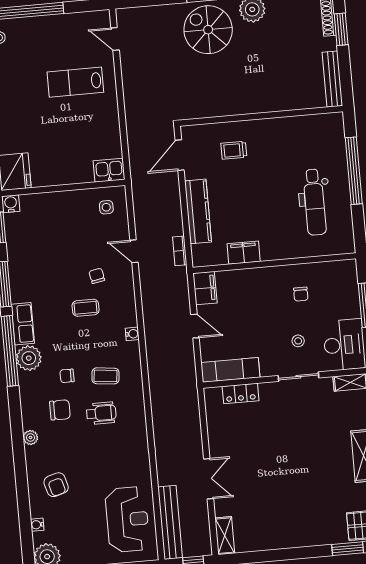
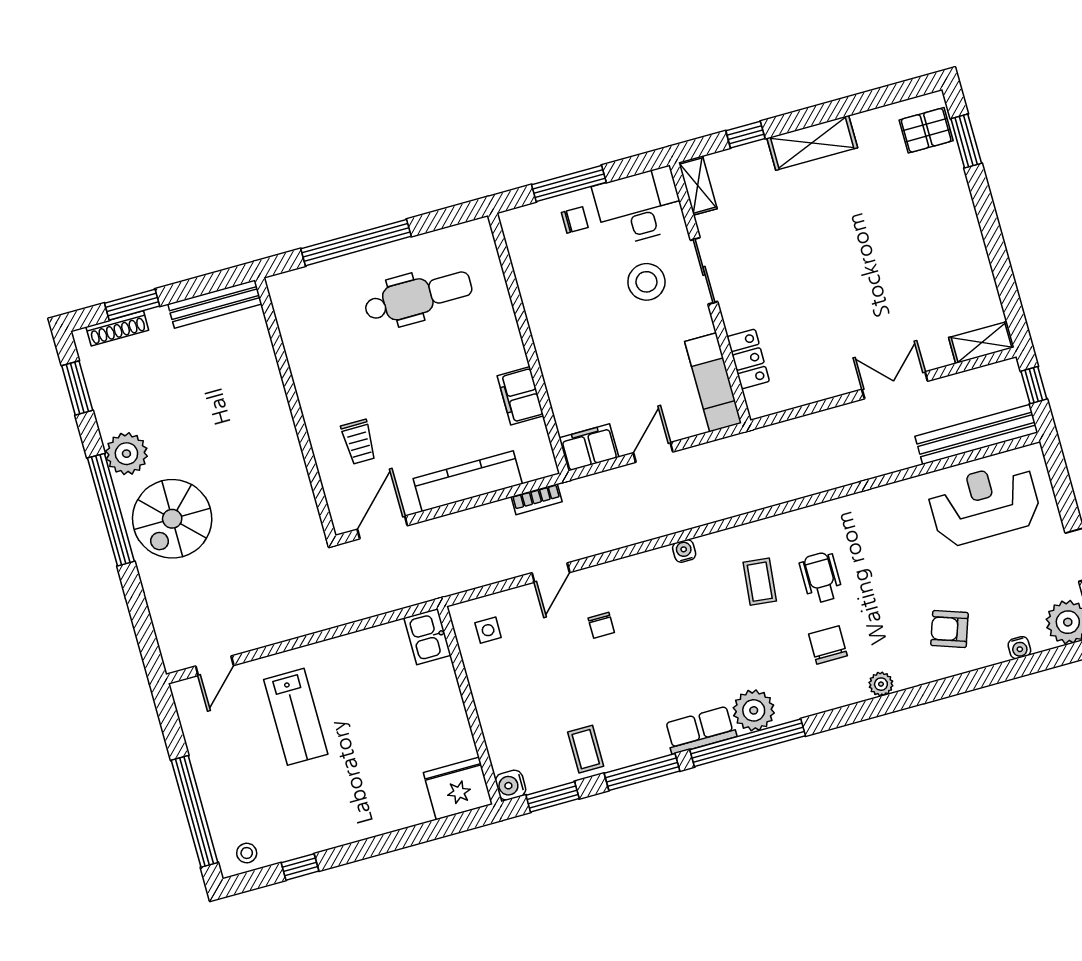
door: (180, 155) -> (382, 527), swing flipped
chair: (97, 276) -> (601, 625), turned -79
chair: (301, 294) -> (575, 220), moved
coffee table: (86, 308) -> (586, 749), moved
stool: (298, 341) -> (646, 282), width x1.89, depth x1.89
chair: (67, 376) -> (771, 644), removed
armchair: (56, 485) -> (949, 629), turned -145

